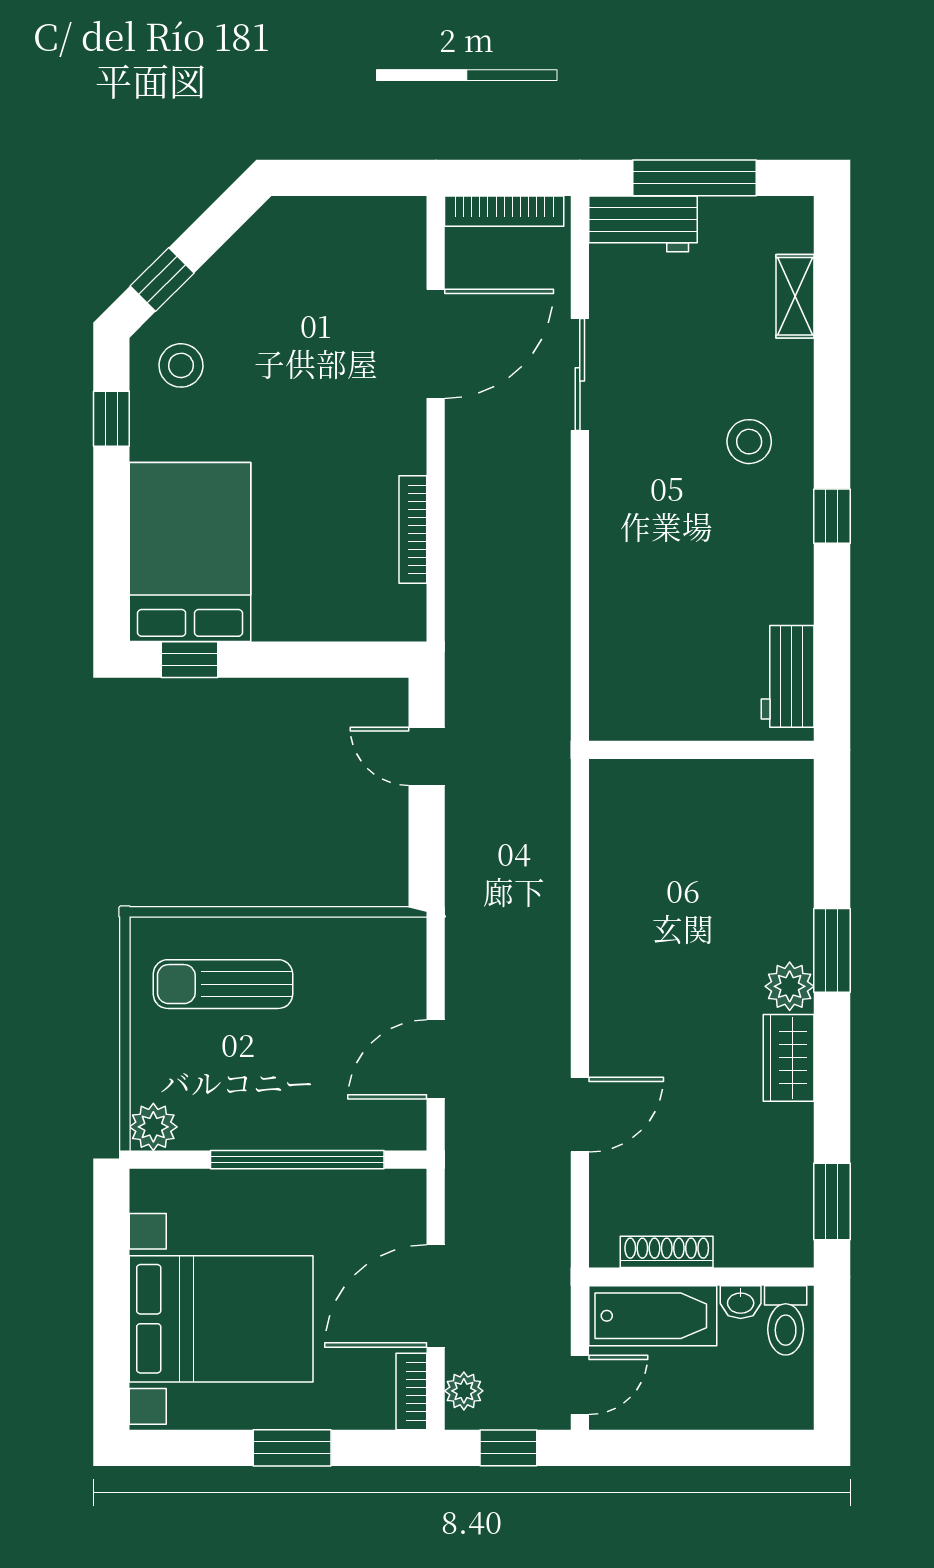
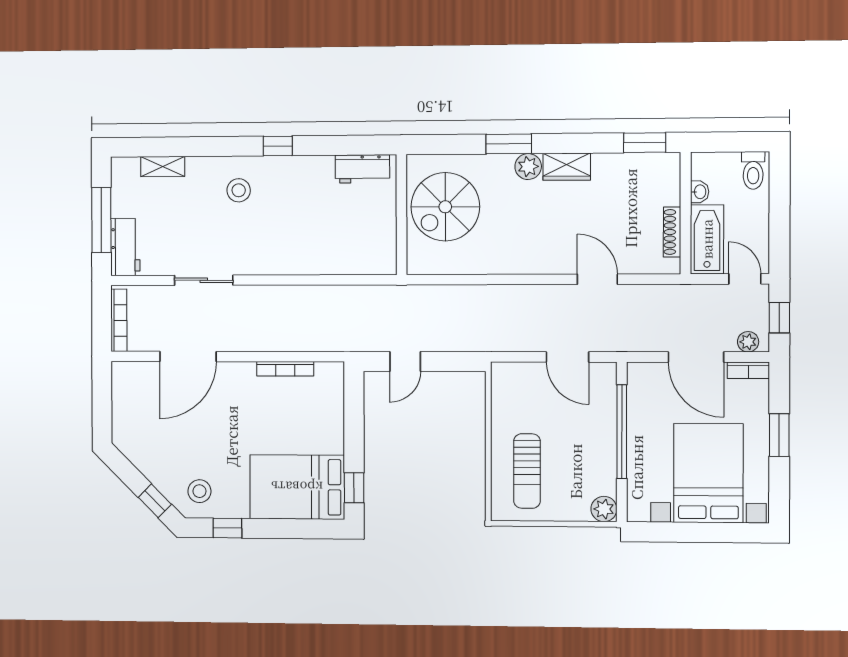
door: (436, 344) -> (188, 357), swing flipped
spiral stairs: (716, 832) -> (445, 207), added
toilet: (786, 1320) -> (753, 170), moved, turned 90

